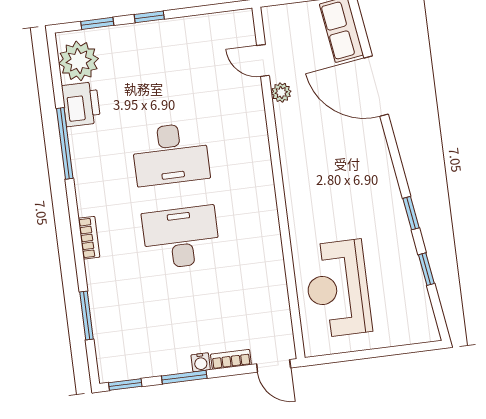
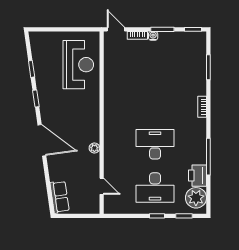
door: (376, 86) -> (42, 140), moved
plant: (281, 92) -> (94, 148), moved
desk: (181, 238) -> (155, 188), moved

